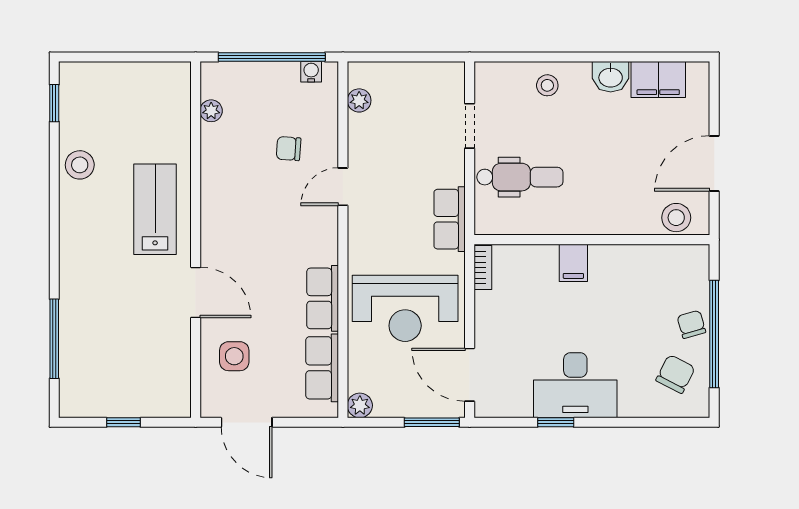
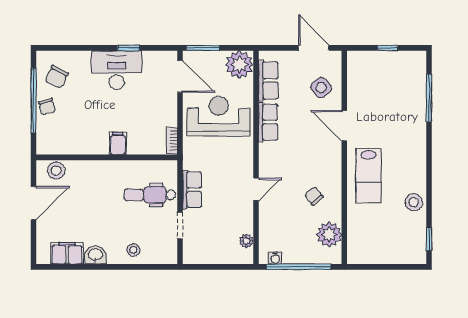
plant: (211, 111) -> (329, 235), width x1.88, depth x1.88
chair: (289, 149) -> (314, 196), moved, turned -132
row of seats: (450, 219) -> (192, 190), moved
side table: (234, 356) -> (321, 88), turned -38
plant: (360, 405) -> (239, 65), width x1.88, depth x1.88

